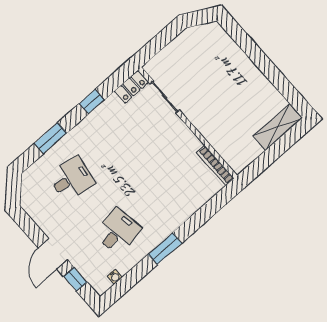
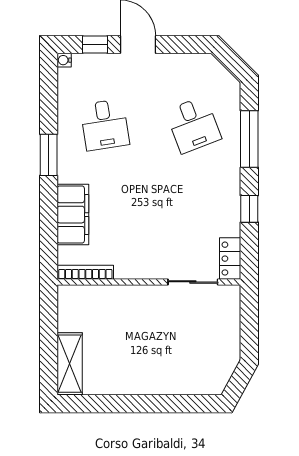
window: (50, 138) -> (249, 139), width x1.44
desk: (71, 179) -> (193, 125), turned -30
filing cabinet: (188, 203) -> (73, 215), added
water cooler: (115, 277) -> (64, 60), moved

